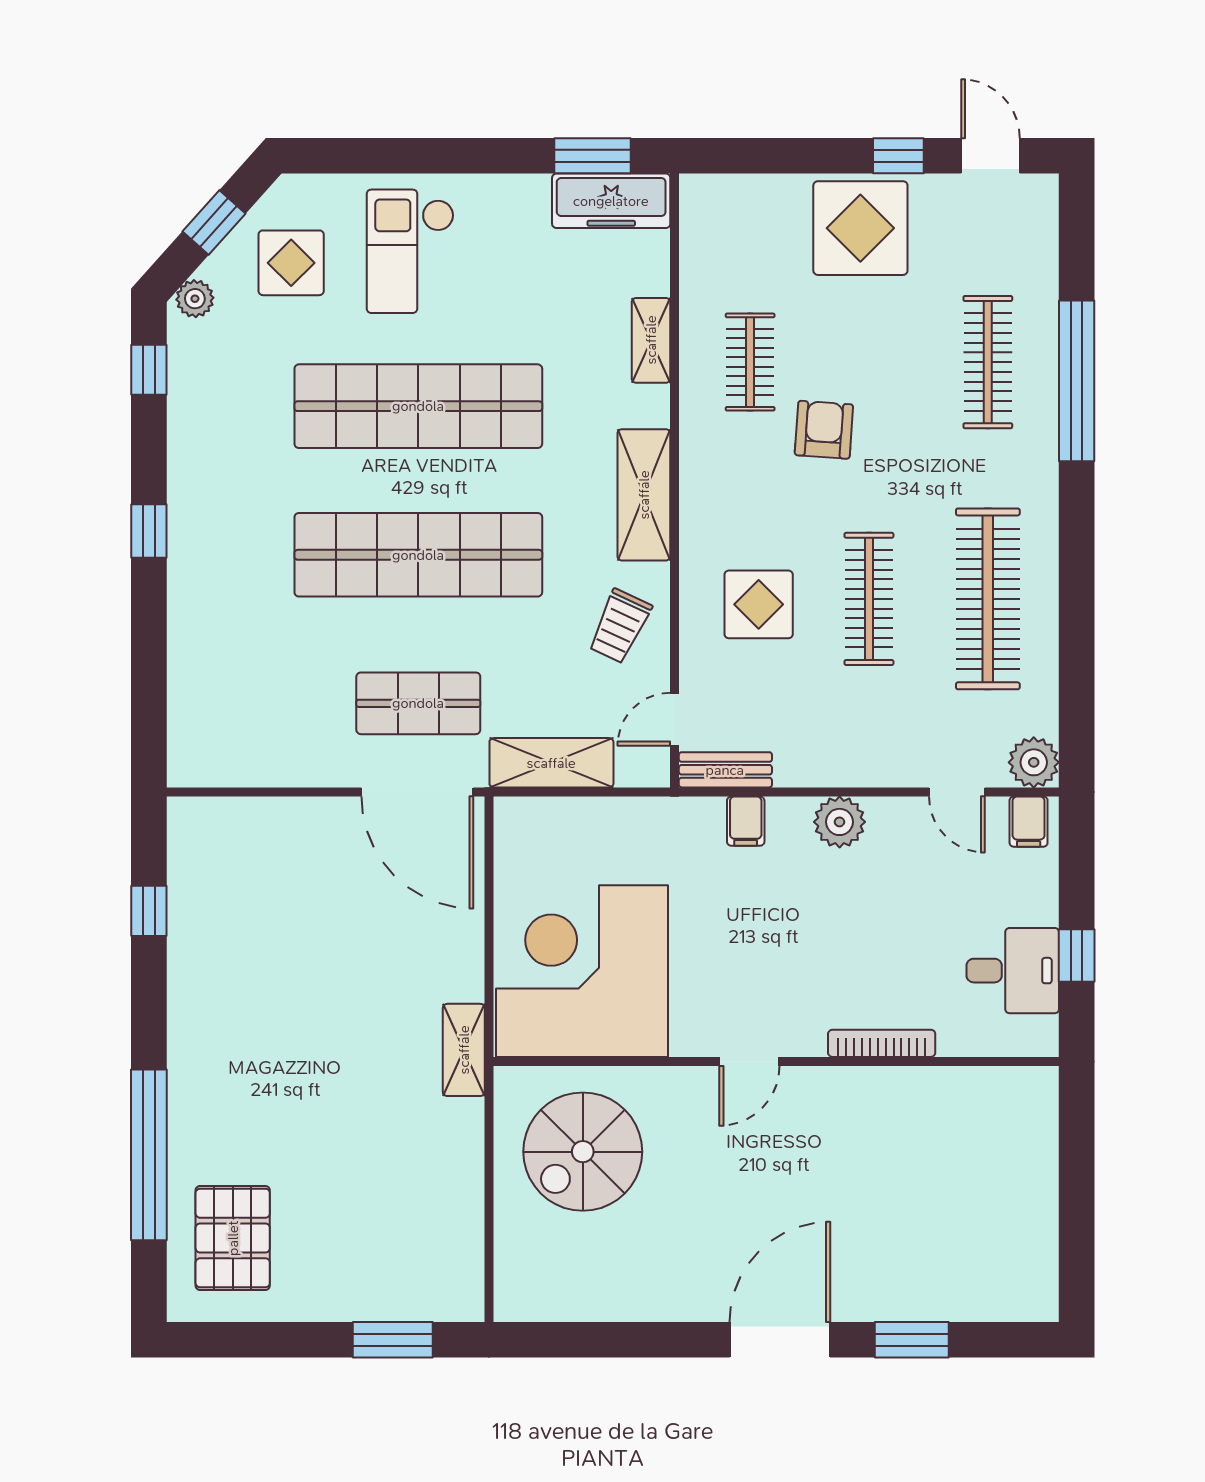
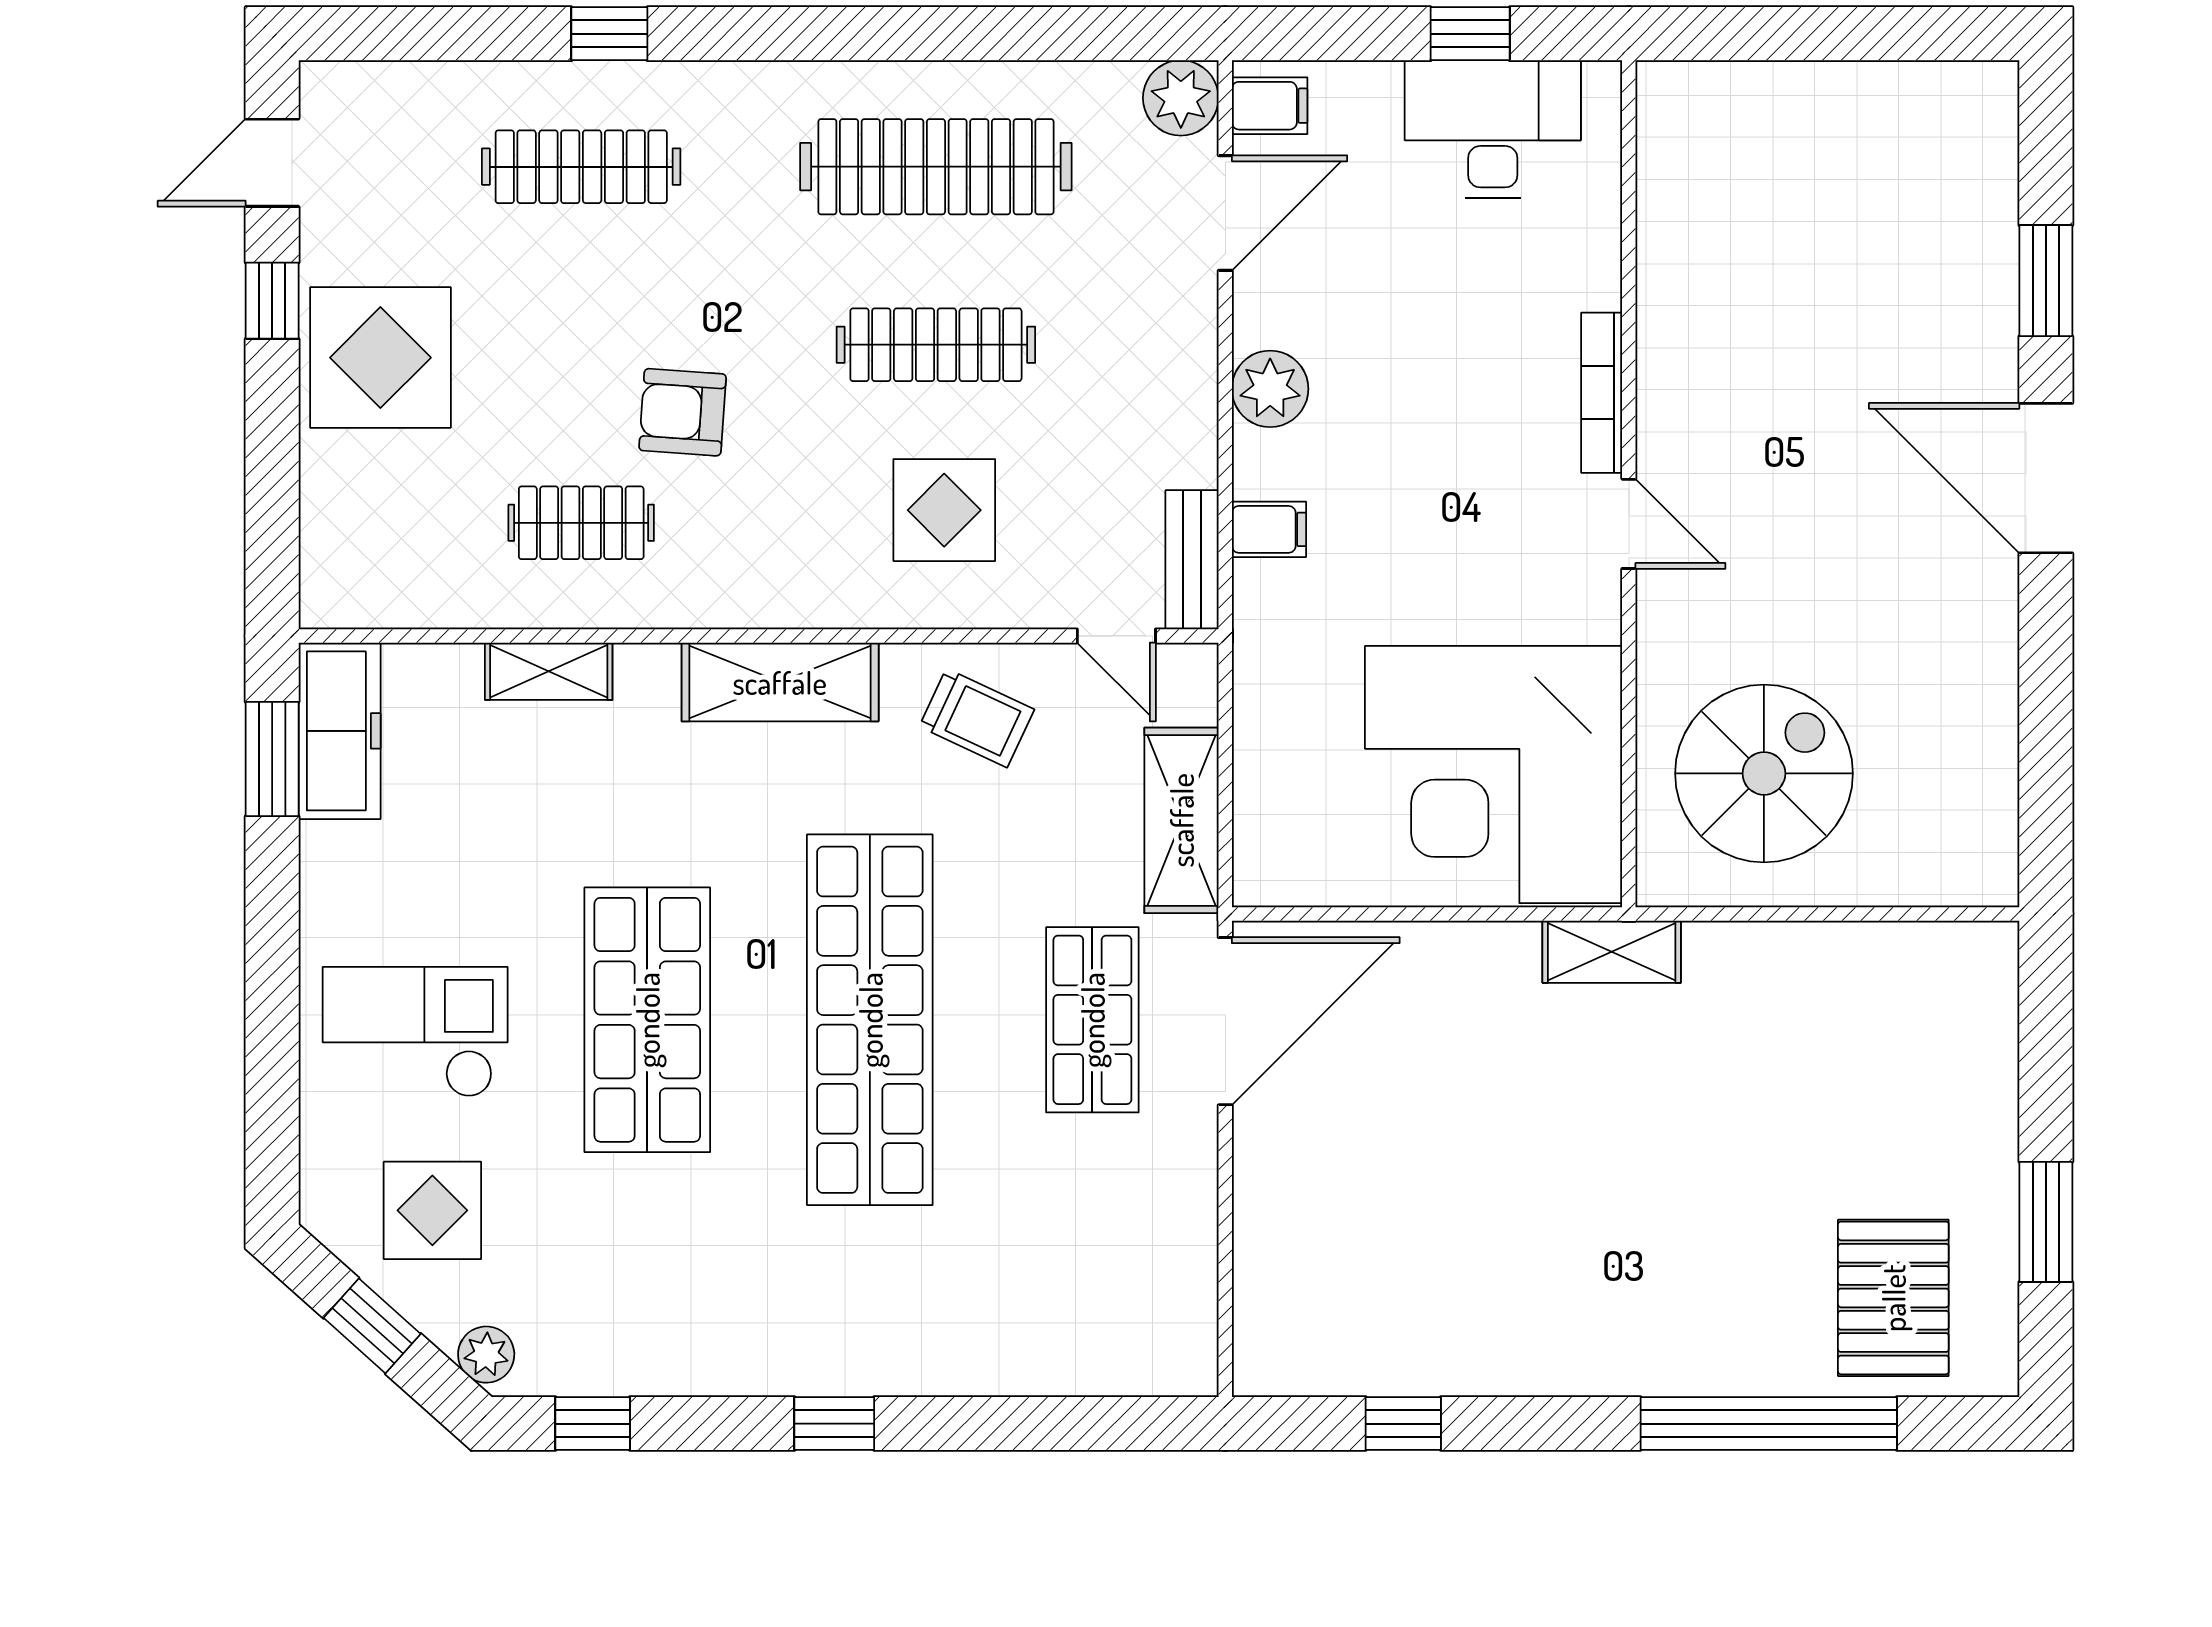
checkout: (410, 251) -> (415, 1032), turned 180
window: (1077, 381) -> (609, 34), width x0.32
shop shelf: (418, 406) -> (647, 1020), width x0.71
door: (957, 792) -> (1225, 213), width x1.38
desk: (1013, 971) -> (1493, 129), width x1.37
bookcase: (882, 1043) -> (1602, 393), moved
spiral stairs: (583, 1152) -> (1764, 773), turned -90
pallet: (233, 1238) -> (1893, 1298), turned 90
window: (393, 1340) -> (2046, 1222), moved

